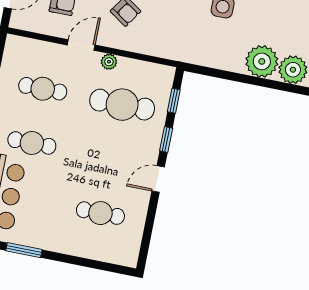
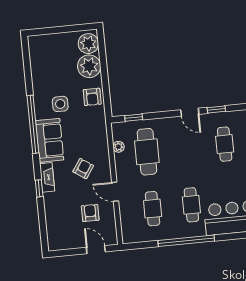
armchair: (219, 53) -> (92, 97), added
plant: (109, 62) -> (118, 147), moved
window: (166, 139) -> (216, 110), moved

